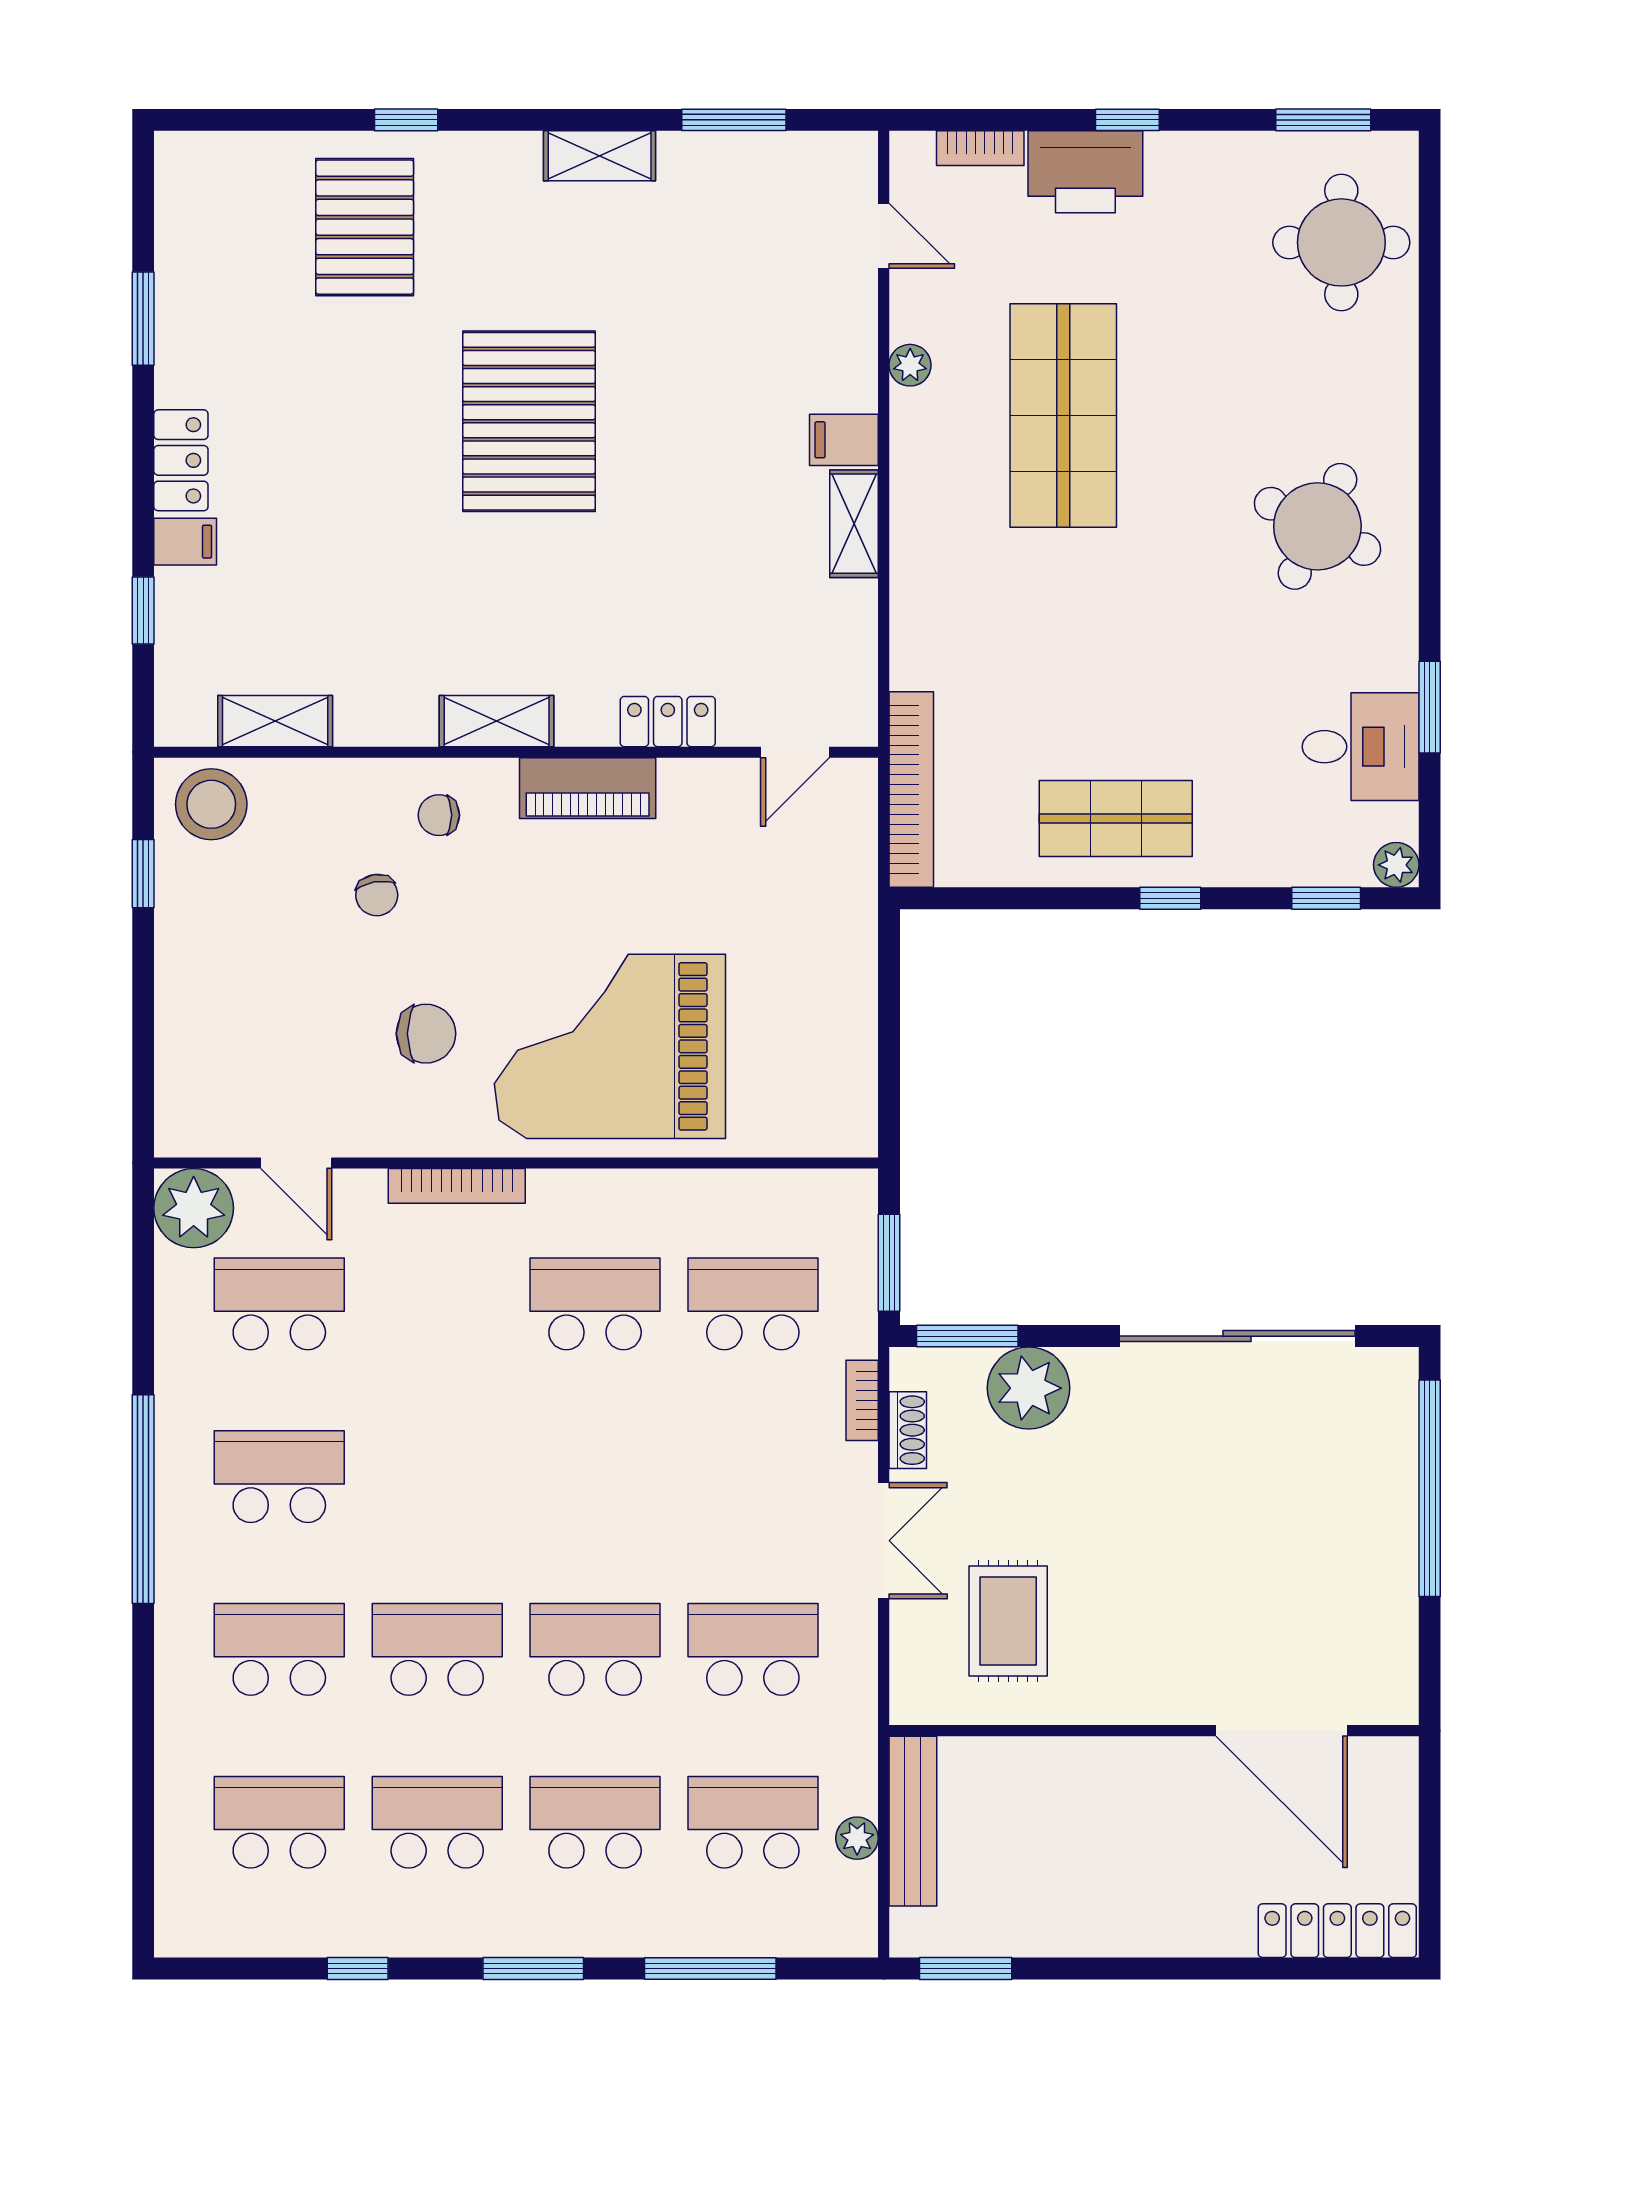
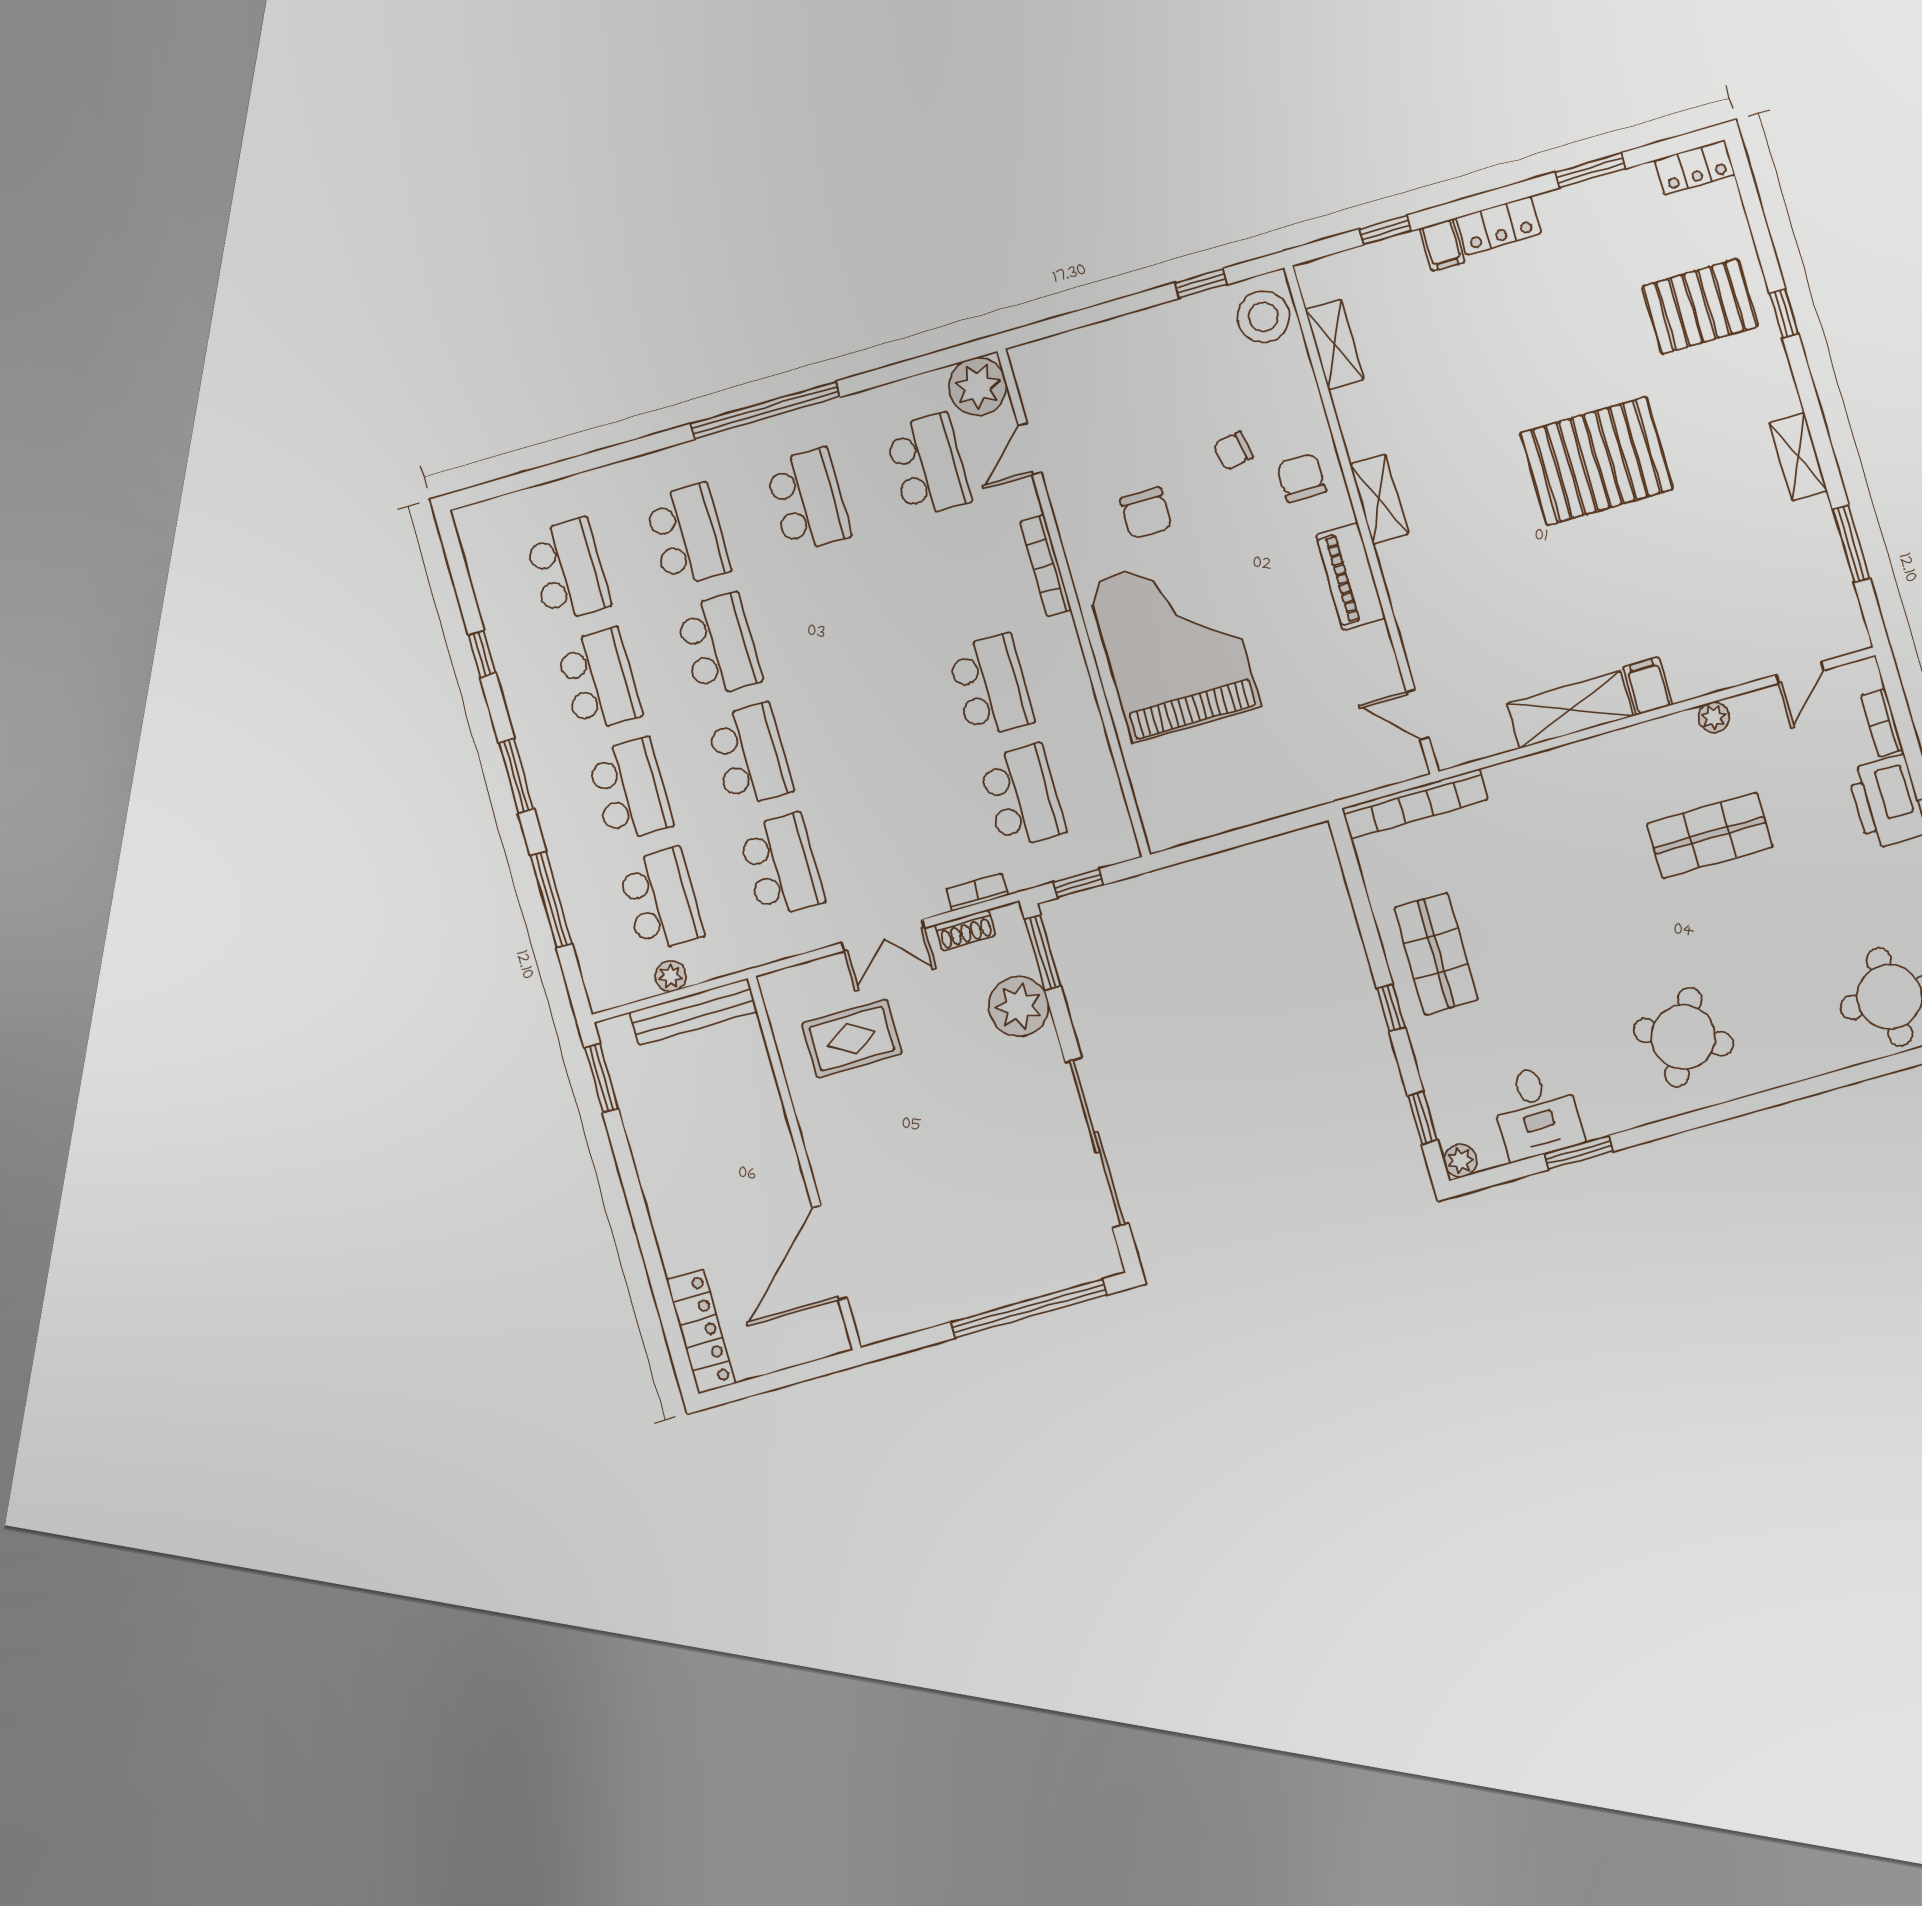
shop shelf: (1063, 416) -> (1710, 835), width x0.70, depth x0.74
shelving: (854, 524) -> (1570, 710), width x1.50, depth x1.33
locker: (668, 722) -> (1695, 167), moved, turned 90
chair: (439, 815) -> (1302, 478), width x1.37, depth x1.37
window: (889, 1263) -> (1078, 883), width x0.67

